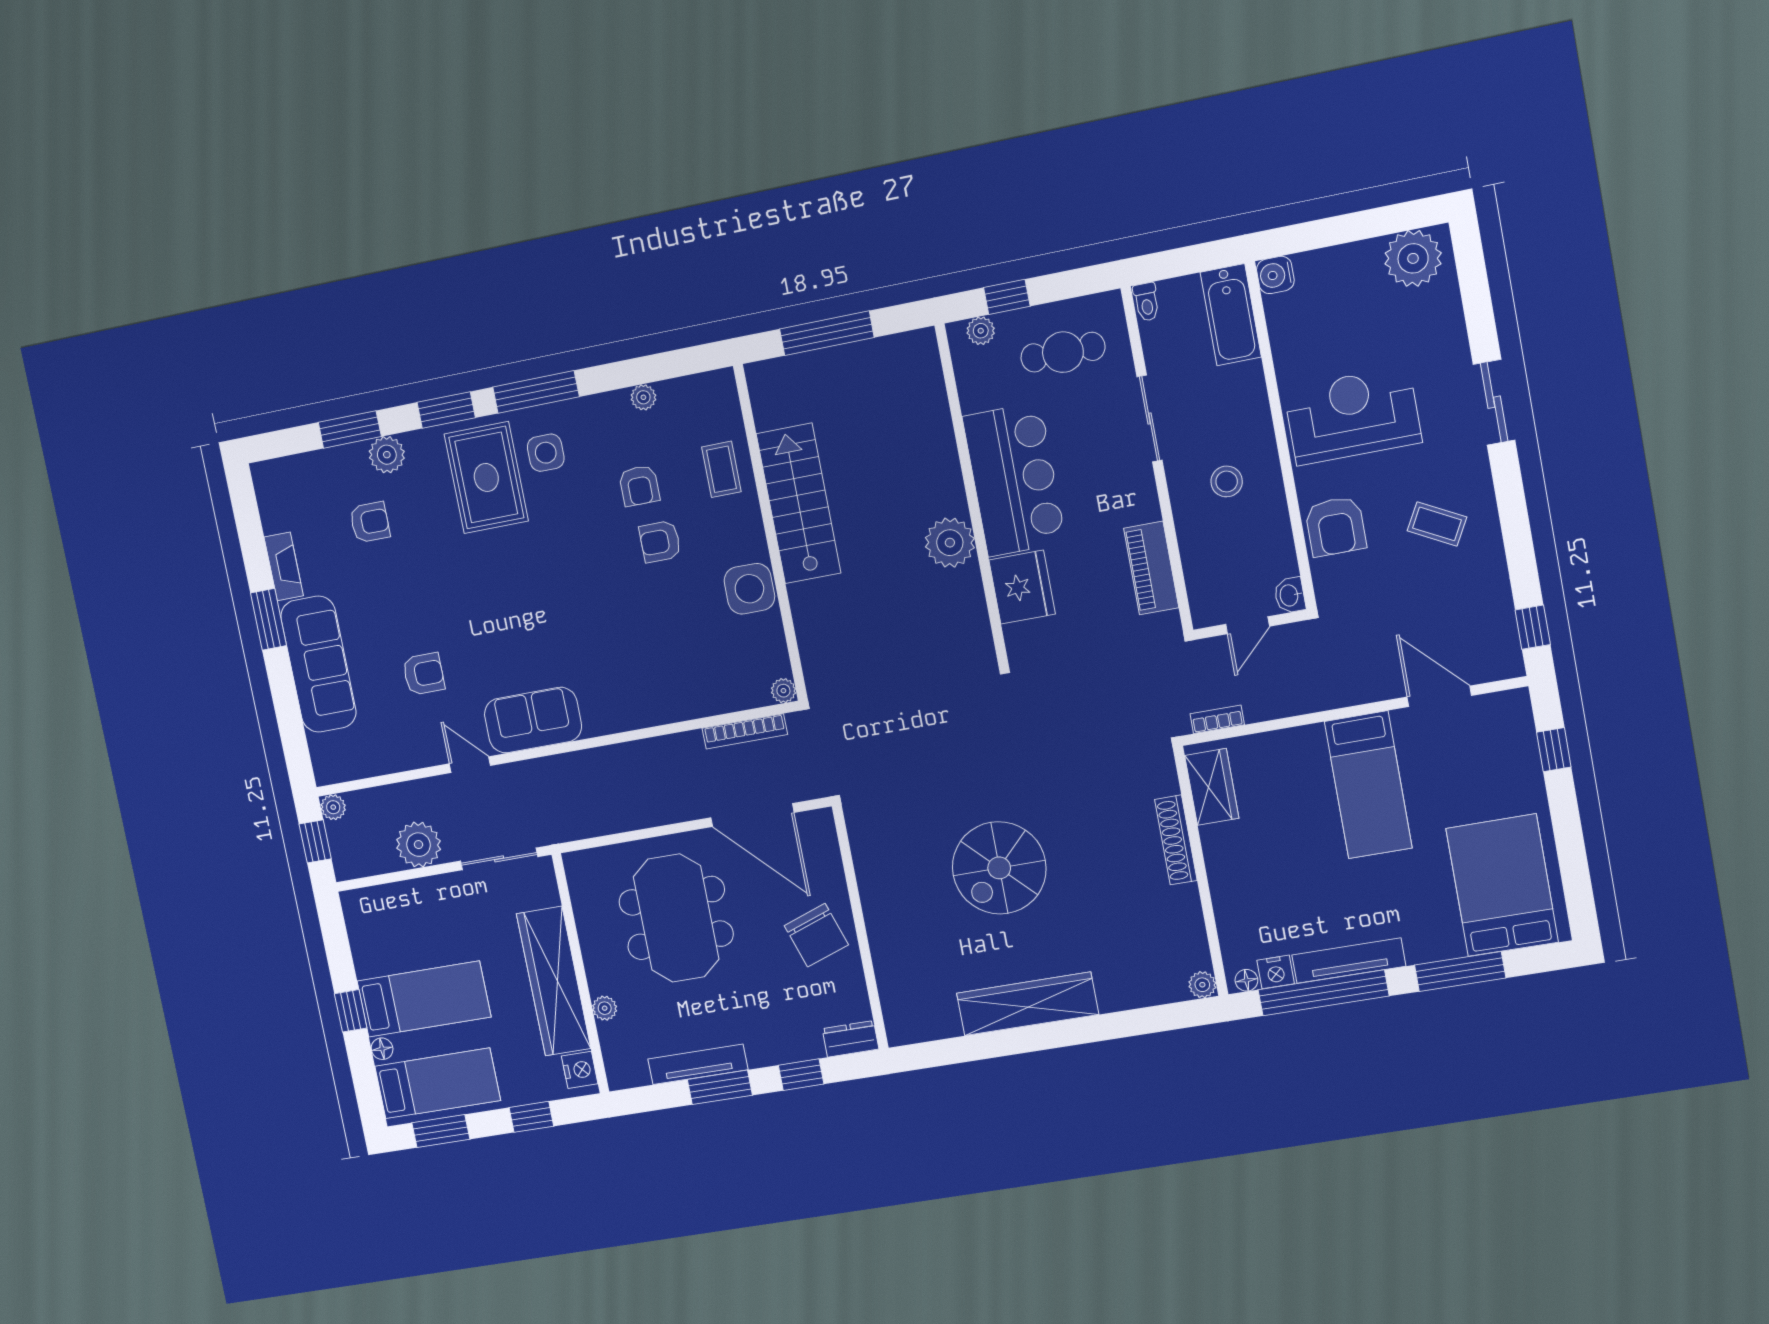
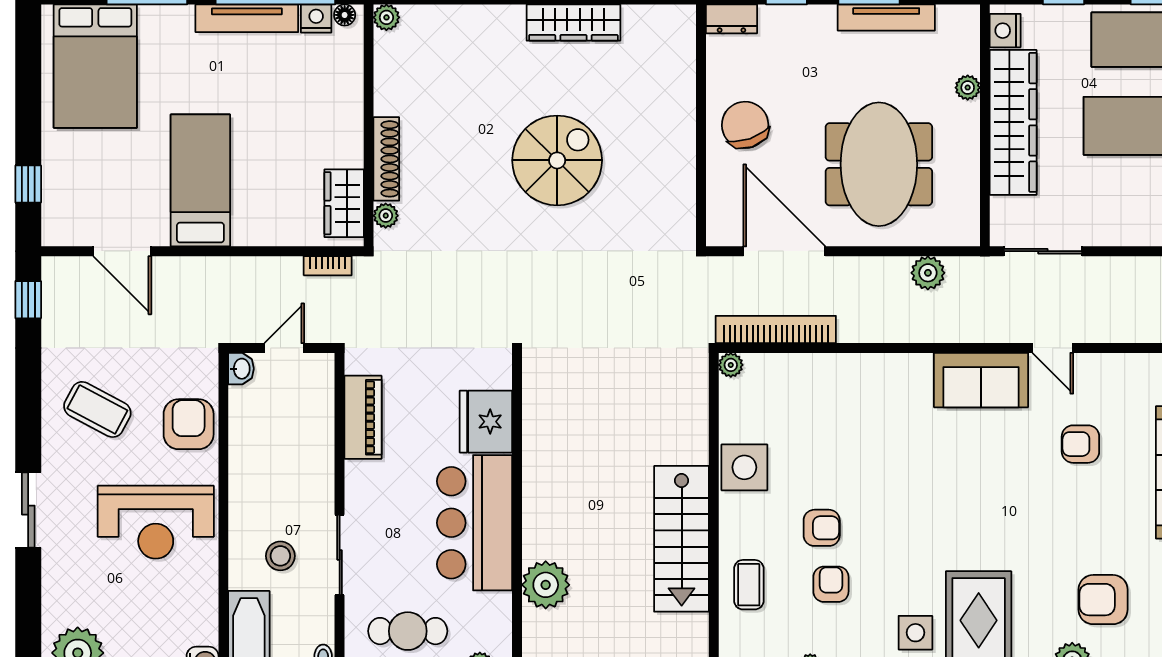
stool: (1227, 481) -> (280, 556), moved
armchair: (370, 522) -> (1103, 600), width x1.38, depth x1.38
coffee table: (1437, 524) -> (97, 409), width x1.36, depth x1.30
plant: (950, 543) -> (546, 585), moved
bookcase: (745, 731) -> (776, 330), width x1.48, depth x1.31
plant: (1166, 782) -> (386, 216), added
plant: (418, 845) -> (928, 273), moved, width x0.73, depth x0.73
wardrobe: (1028, 1004) -> (573, 23), width x0.71, depth x0.85

